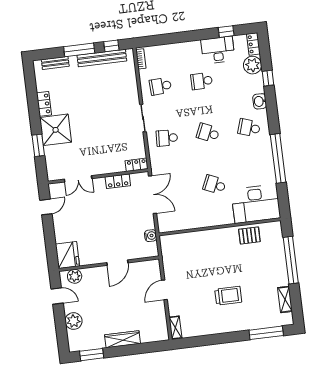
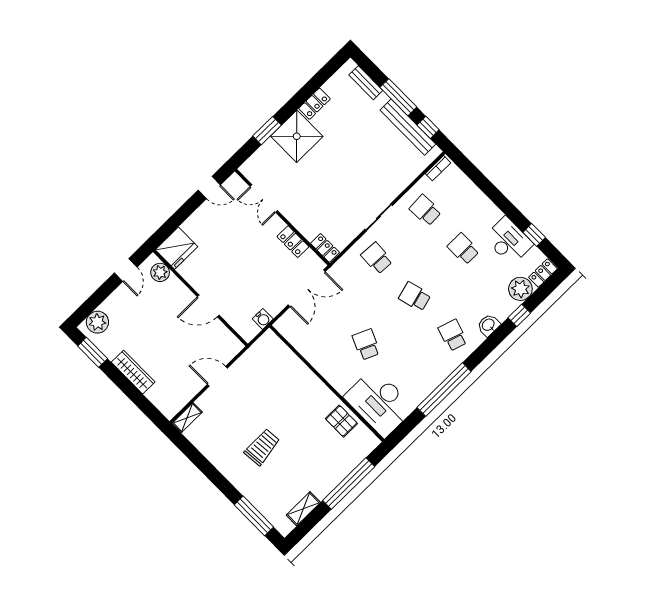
school desk: (208, 133) -> (415, 297), turned -39
trolley: (228, 296) -> (262, 447), turned -95
plant: (74, 321) -> (97, 322), moved

